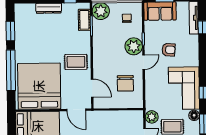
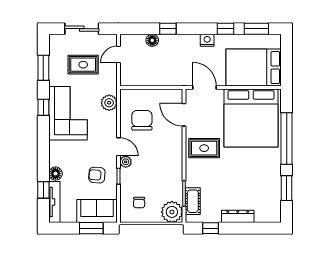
plant: (134, 46) -> (126, 162), width x0.53, depth x0.53
armchair: (169, 50) -> (97, 175), moved
door: (144, 62) -> (118, 147), swing flipped
floor lamp: (194, 115) -> (55, 174), moved
plant: (152, 117) -> (109, 103), moved

